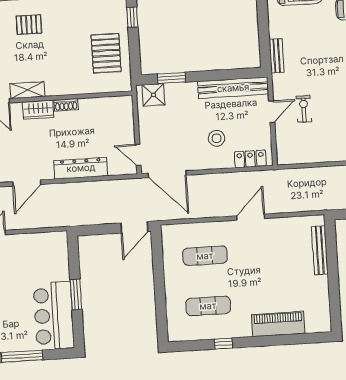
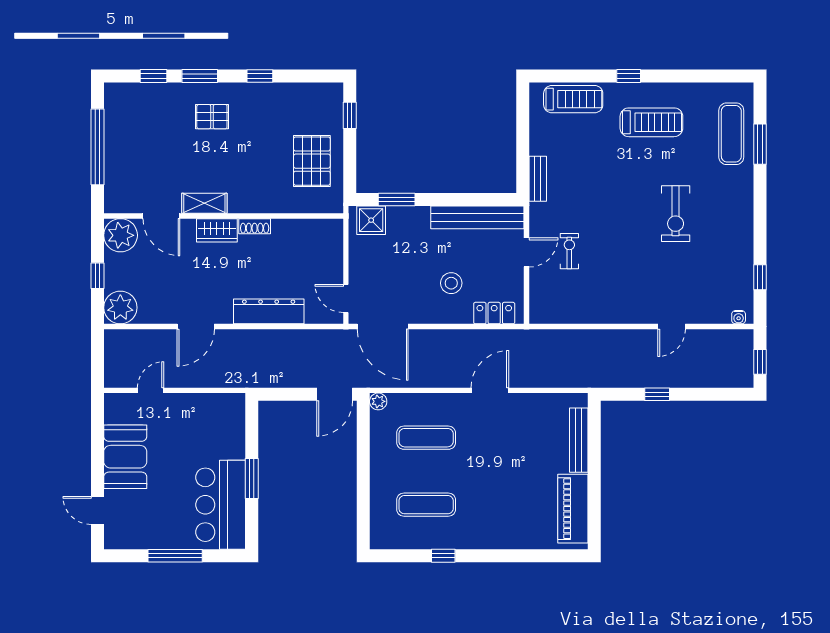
plant: (167, 231) -> (378, 401), added
piano: (278, 324) -> (573, 509), moved, turned -90

